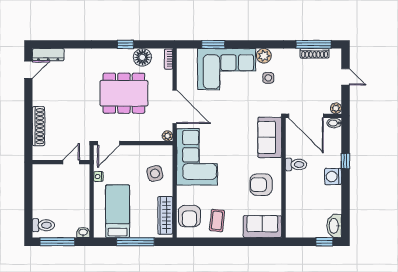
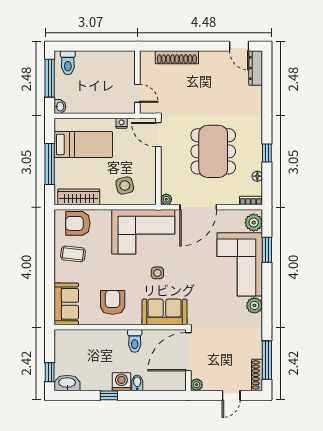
shoe rack: (315, 53) -> (257, 375), moved
plant: (189, 56) -> (254, 223), added
floor lamp: (142, 57) -> (257, 176), width x0.53, depth x0.53
side table: (268, 78) -> (157, 273), moved
bidet: (334, 123) -> (137, 383), moved
window: (345, 161) -> (109, 395), moved

